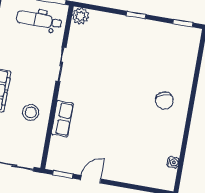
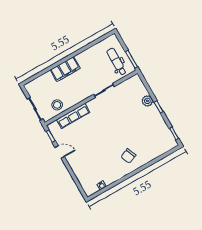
plant: (80, 16) -> (147, 101), moved
stool: (31, 113) -> (57, 105), moved
row of seats: (62, 119) -> (73, 116), width x1.48

